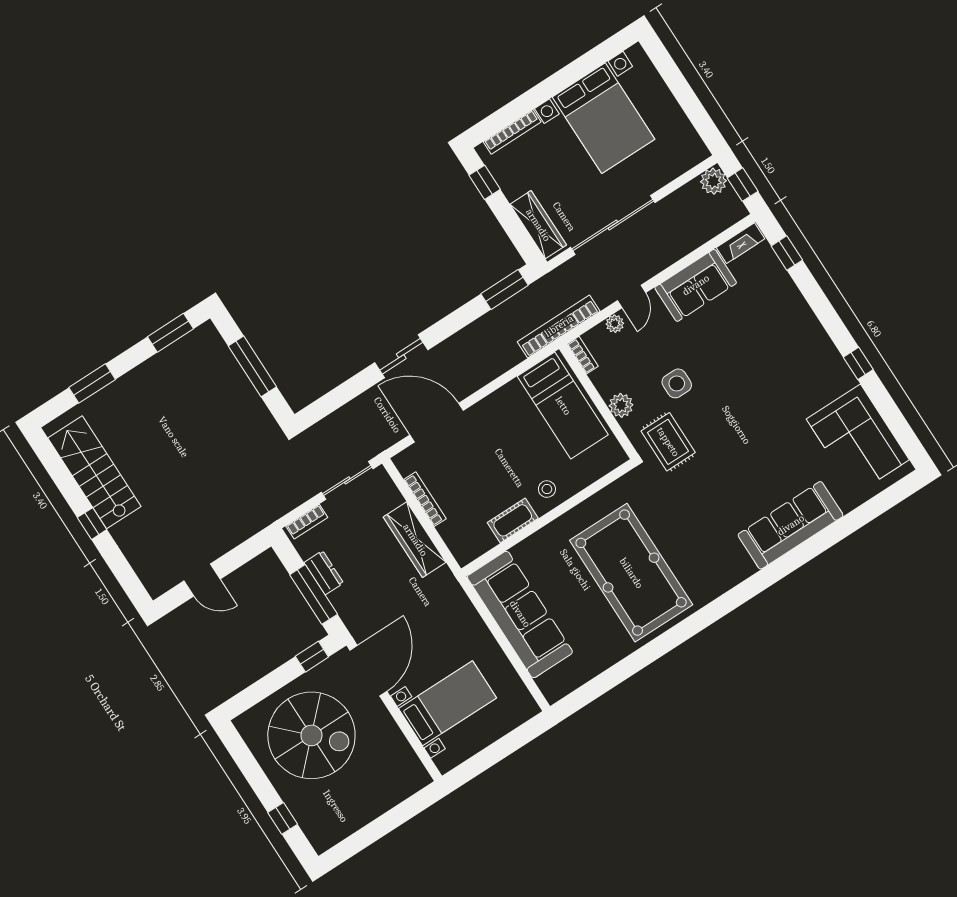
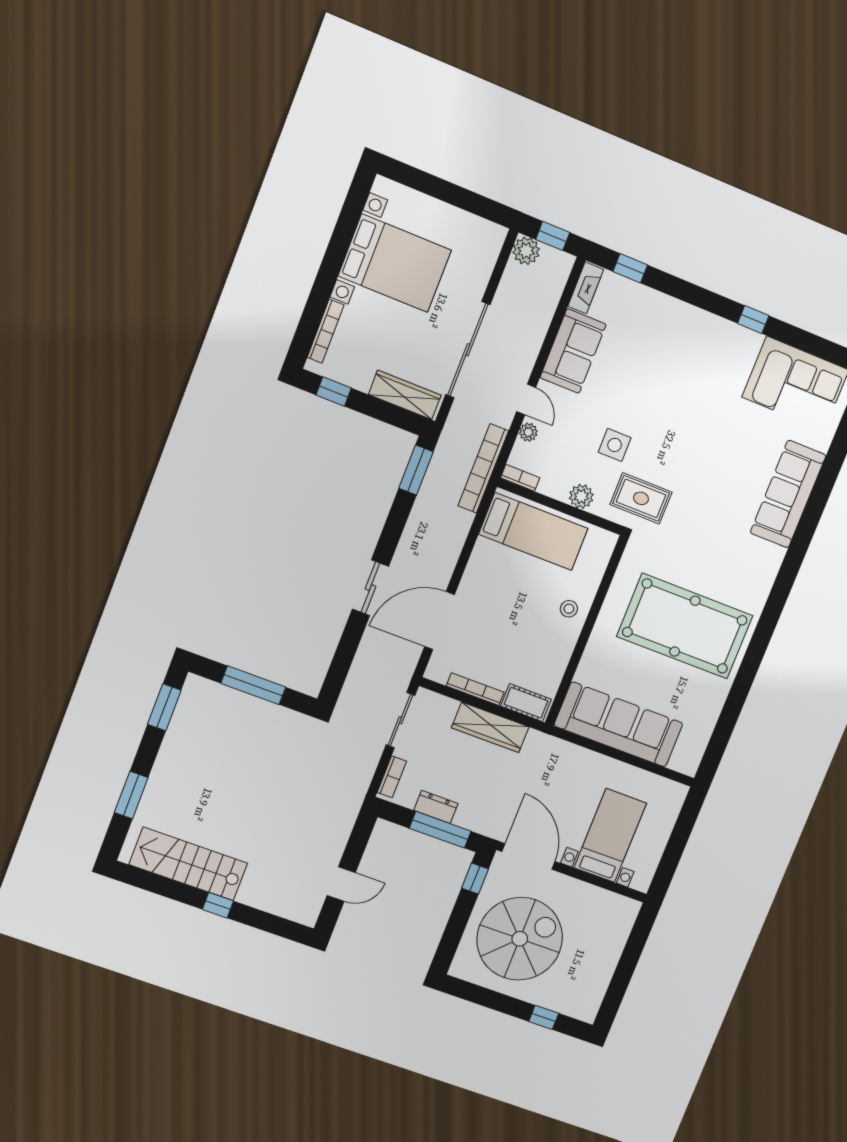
cot: (513, 520) -> (526, 703), moved, turned 90

